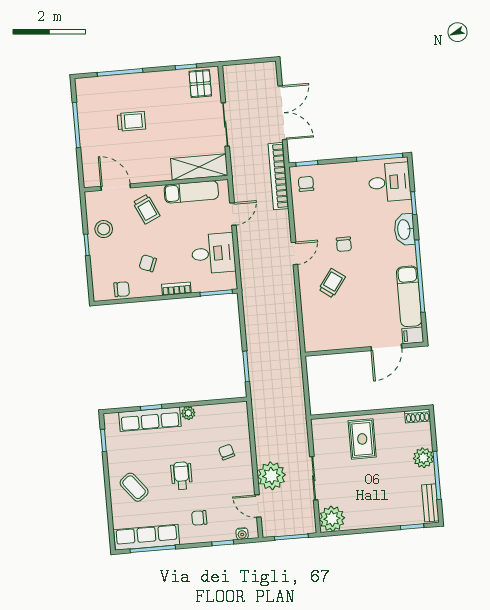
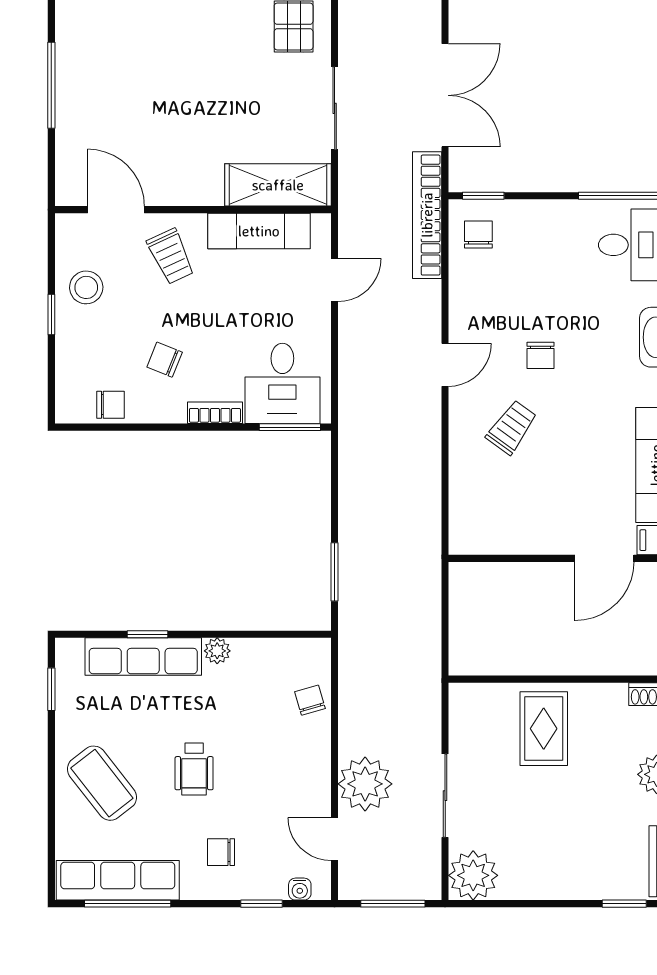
trolley: (131, 121) -> (157, 87), removed
desk: (213, 253) -> (282, 383), moved, turned 90
chair: (227, 452) -> (310, 700), moved
wheelchair: (182, 476) -> (194, 769), turned 180
coffee table: (134, 487) -> (102, 783), width x1.36, depth x1.30

